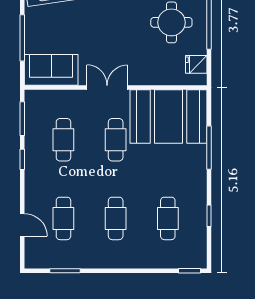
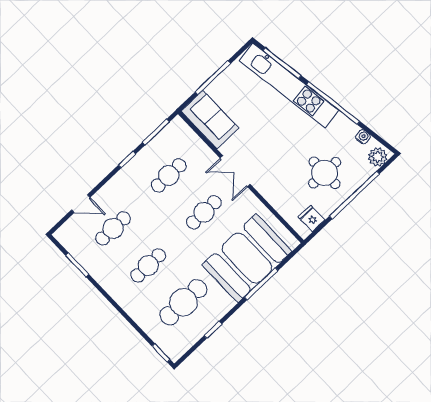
double door: (107, 87) -> (235, 171), swing flipped
booth: (168, 117) -> (247, 258), moved, turned 90
cafe table: (168, 218) -> (183, 302), width x1.37, depth x1.35
door: (22, 225) -> (81, 204), hinge flipped

